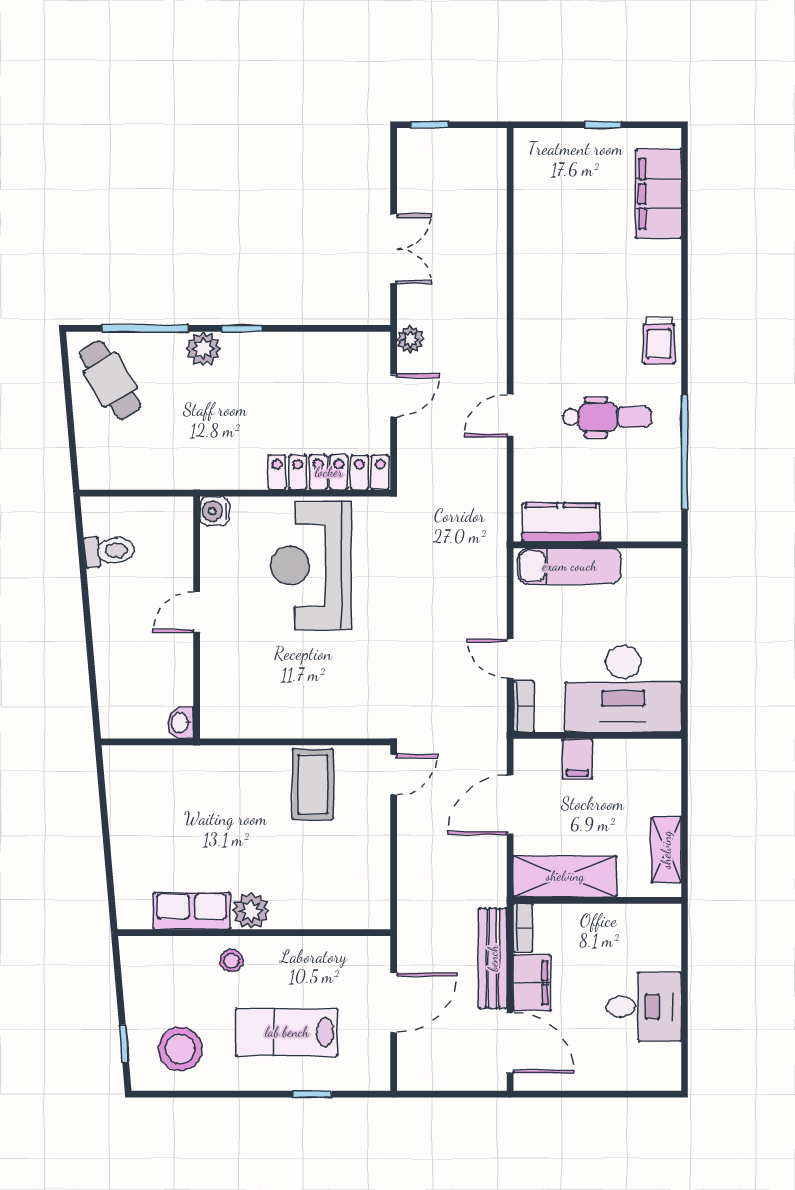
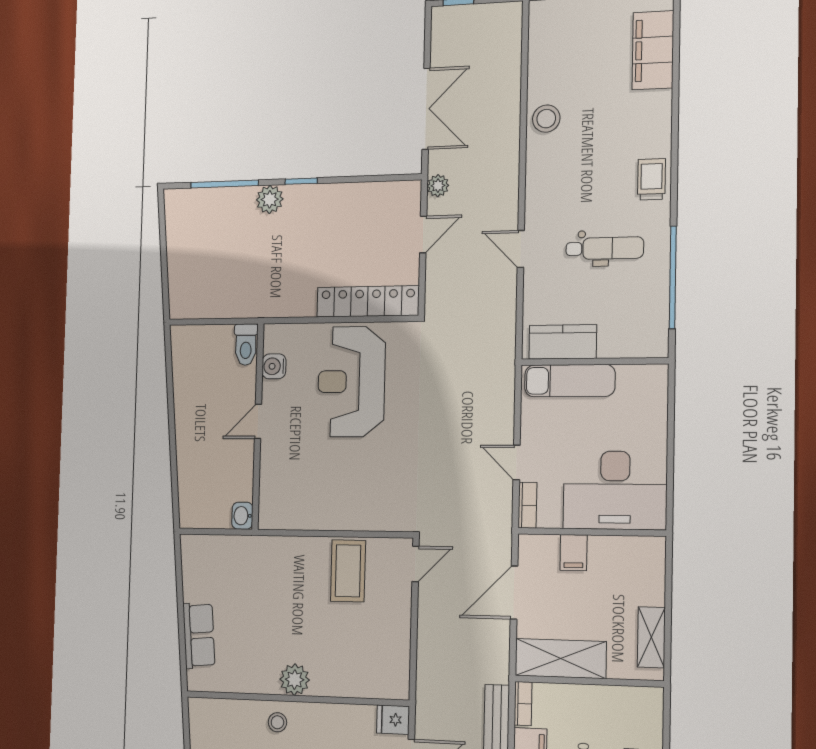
double door: (394, 249) -> (426, 109), width x1.37
stool: (537, 266) -> (546, 119), added
trolley: (659, 341) -> (652, 179), turned 180
cafe table: (110, 380) -> (196, 228), removed
door: (510, 415) -> (521, 249), hinge flipped
water cooler: (215, 511) -> (274, 366), moved
toilet: (109, 551) -> (246, 345), moved, turned 95
row of seats: (192, 911) -> (199, 635), moved, turned 85
fridge: (371, 952) -> (393, 720), added

